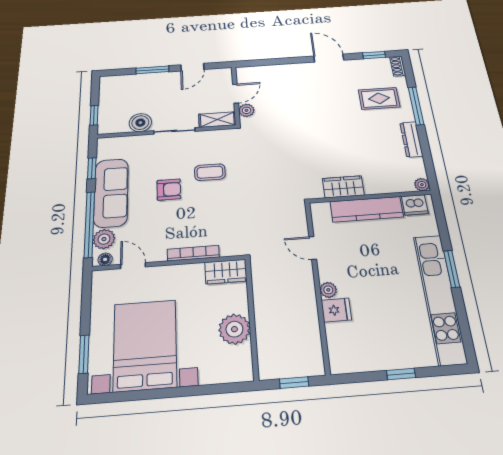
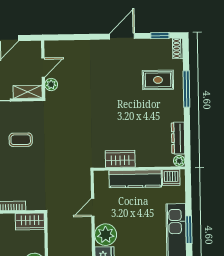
door: (329, 58) -> (122, 36), hinge flipped
dresser: (411, 139) -> (178, 138), moved
door: (313, 248) -> (93, 207), hinge flipped
plant: (328, 290) -> (106, 235), width x1.88, depth x1.88

